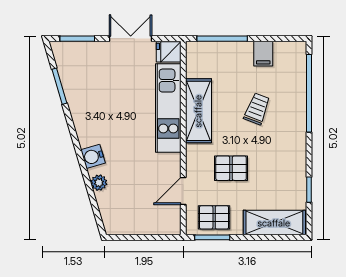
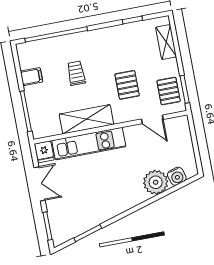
double door: (131, 39) -> (40, 184), swing flipped
trolley: (257, 109) -> (76, 73), turned 69
water cooler: (93, 156) -> (177, 176), moved
plant: (99, 183) -> (156, 182), width x1.87, depth x1.87
shelving: (274, 223) -> (166, 42), width x0.67, depth x0.75

